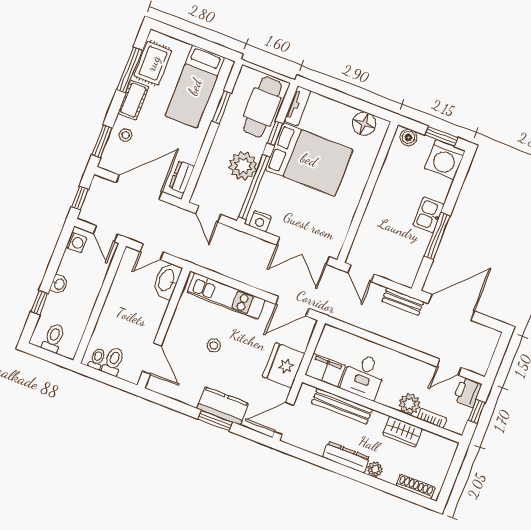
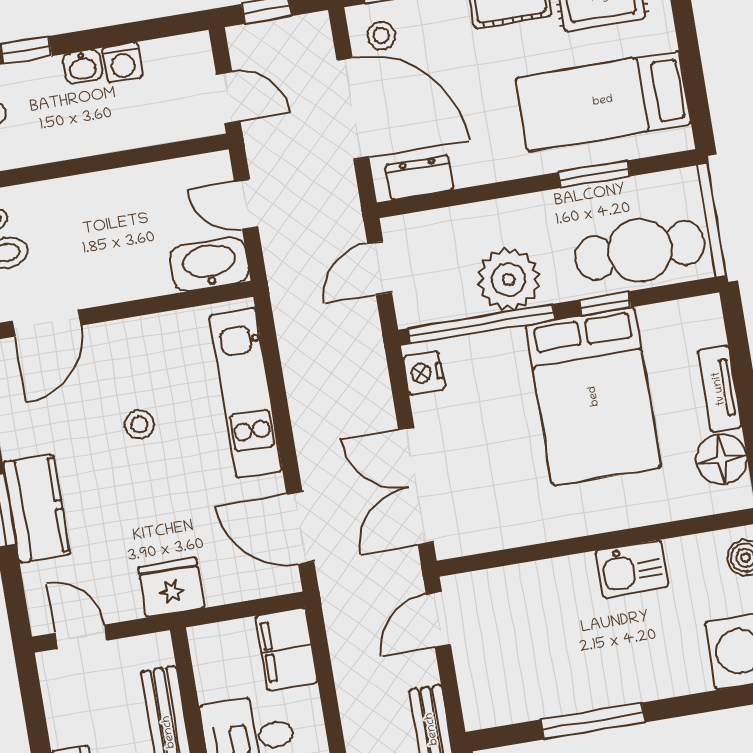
tv unit: (297, 106) -> (719, 389), moved, turned 90
stool: (126, 135) -> (381, 36), moved
kitchen sink: (429, 215) -> (632, 569), moved, turned 180
door: (105, 234) -> (228, 98), swing flipped
washing machine: (76, 242) -> (123, 62), moved
fridge: (284, 365) -> (171, 588), width x0.73, depth x0.75
filing cabinet: (325, 370) -> (287, 649), moved, turned 180
door: (284, 418) -> (81, 637), width x0.73

